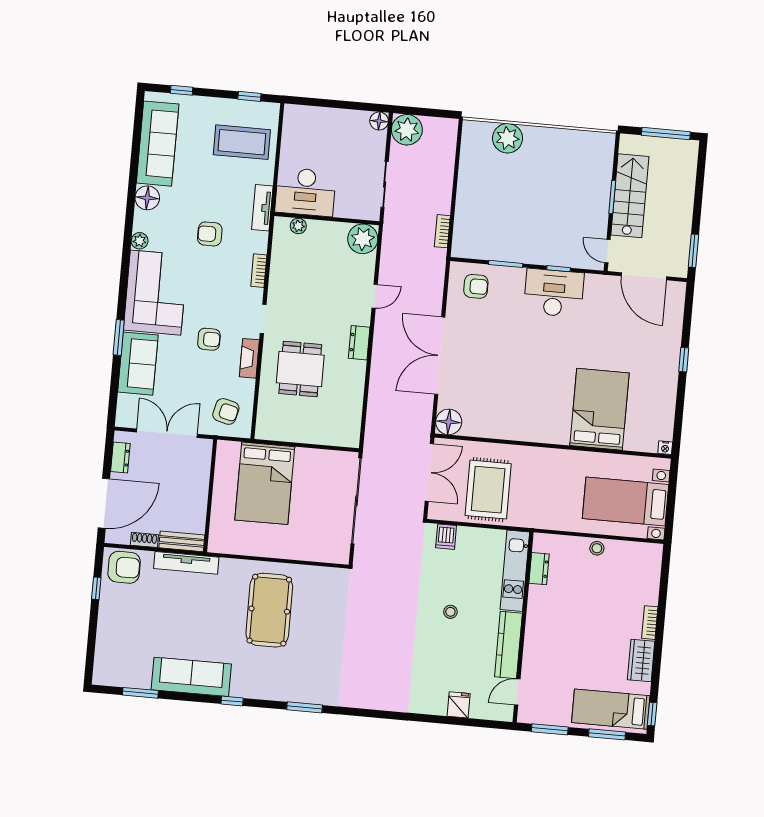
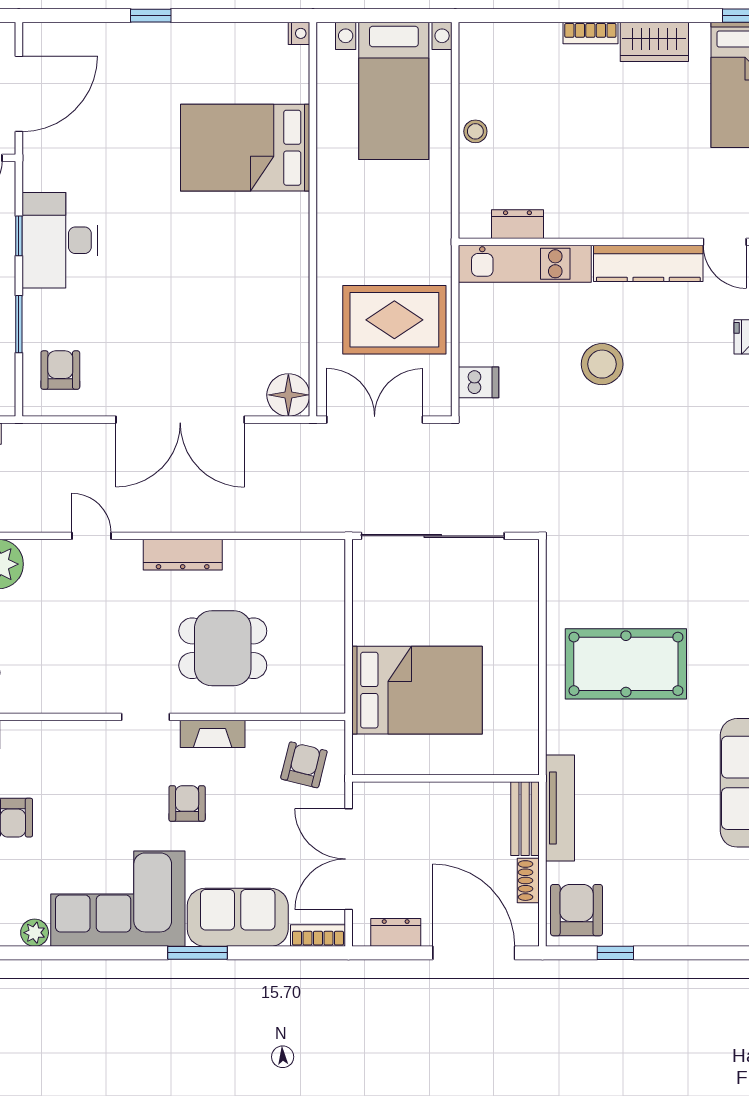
bookcase: (259, 271) -> (318, 936), moved, turned 180
dresser: (359, 343) -> (183, 555), width x1.44
stool: (450, 612) -> (602, 364), width x1.89, depth x1.89

